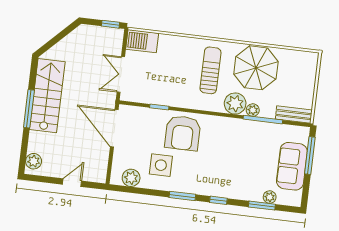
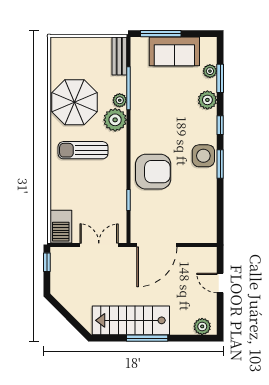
double door: (121, 74) -> (99, 245), swing flipped
side table: (161, 165) -> (203, 156), moved
plant: (131, 178) -> (207, 100), moved

